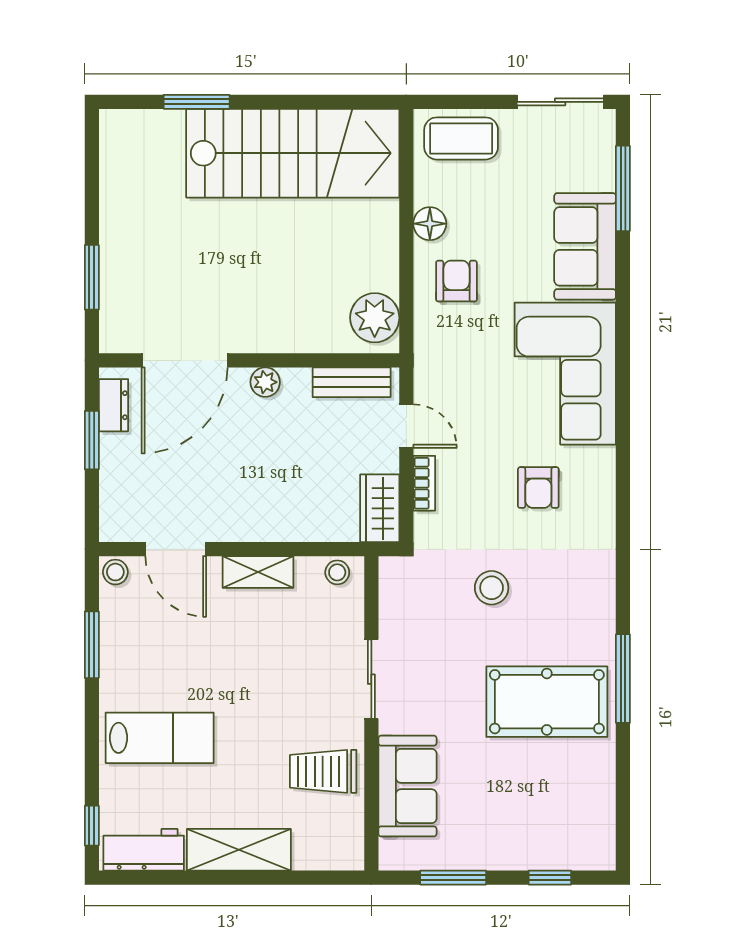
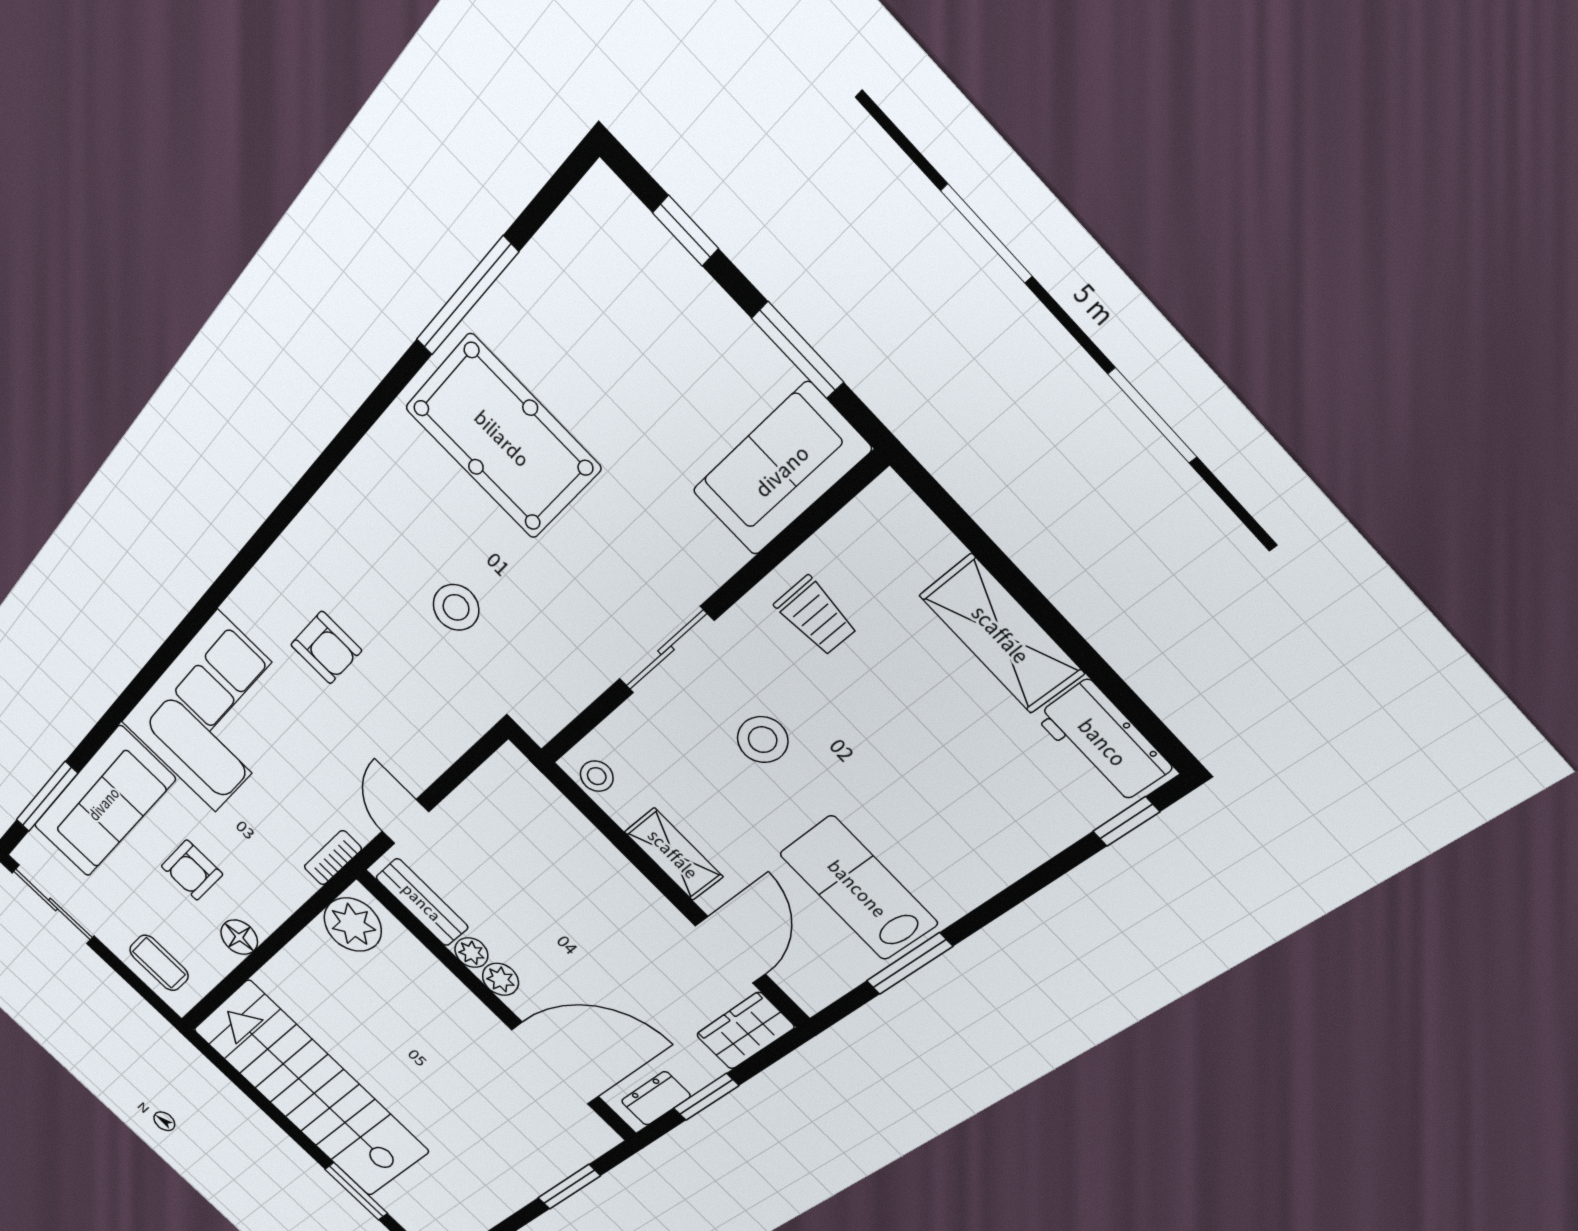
coffee table: (461, 138) -> (159, 963), width x0.73, depth x0.77
sofa: (585, 246) -> (103, 803), width x1.36
armchair: (456, 281) -> (192, 870), moved
plant: (296, 381) -> (471, 953), added
bookcase: (424, 483) -> (333, 858), moved
armchair: (538, 488) -> (326, 648), turned 90
wardrobe: (380, 508) -> (745, 1031), moved, turned 180
stool: (115, 572) -> (763, 740), moved, width x1.37, depth x1.37
window: (623, 679) -> (467, 296), moved
lab bench: (160, 738) -> (858, 888), moved
trolley: (323, 771) -> (816, 616), width x0.73, depth x0.72
sofa: (407, 786) -> (781, 470), moved

